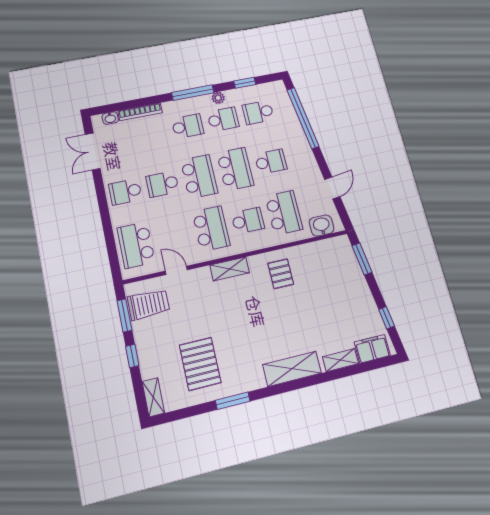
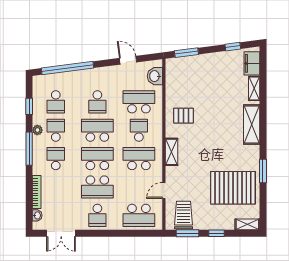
school desk: (271, 162) -> (97, 102), turned 180
school desk: (162, 184) -> (97, 187), width x1.85
pallet: (200, 364) -> (233, 188), width x1.37, depth x1.41

